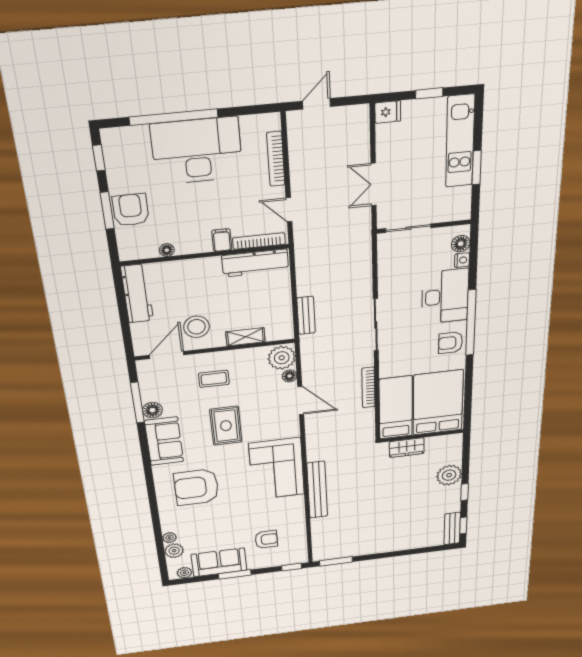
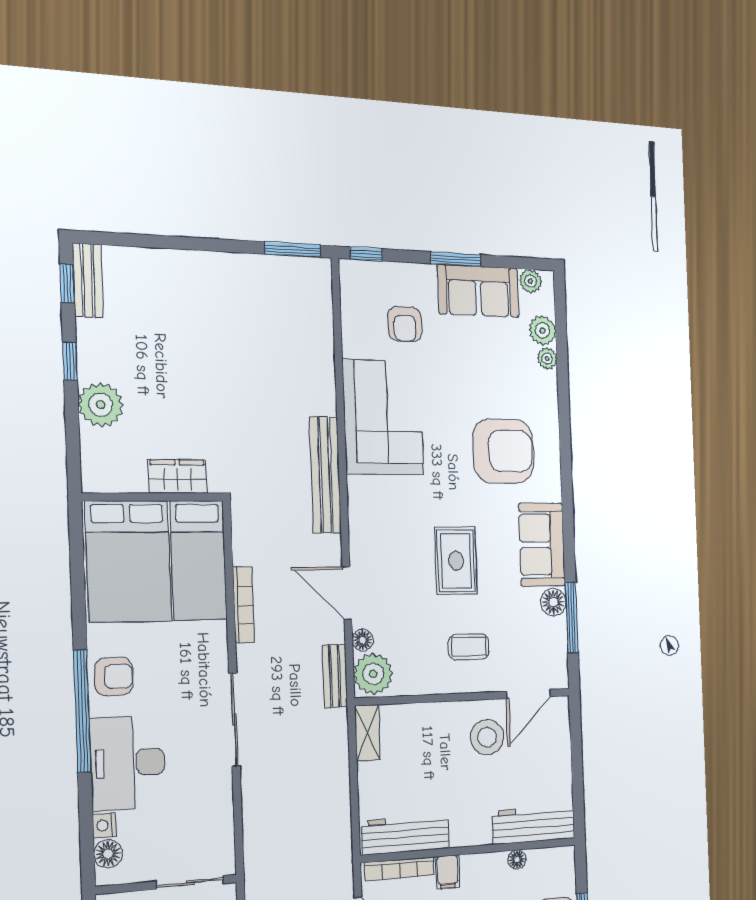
workbench: (137, 294) -> (534, 825), moved, turned 90
bench: (306, 315) -> (335, 676), moved
shelving: (245, 337) -> (367, 733), moved, turned 90
corner sofa: (277, 469) -> (383, 417), moved
bench: (317, 490) -> (325, 475), moved
armchair: (266, 539) -> (405, 324), turned -90

